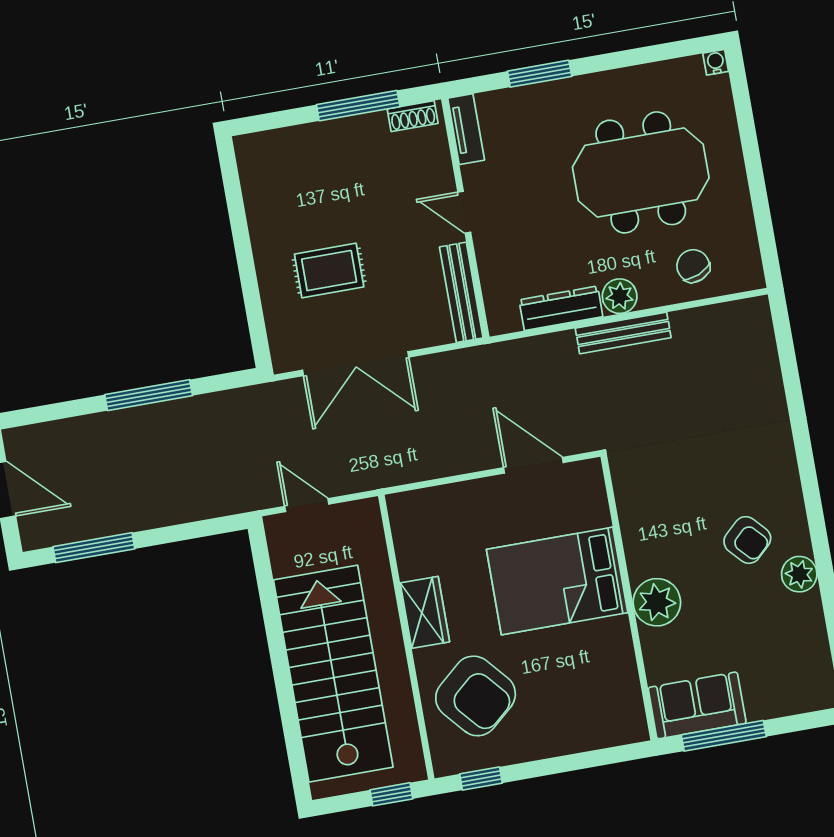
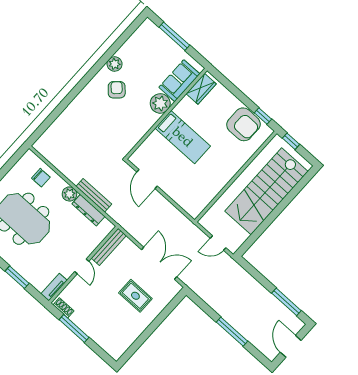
chair: (693, 266) -> (41, 178), turned -67
bench: (623, 333) -> (94, 195), moved
window: (149, 395) -> (232, 332), moved
door: (307, 505) -> (218, 243), hinge flipped
bed: (557, 581) -> (183, 137), width x0.67
wardrobe: (425, 612) -> (201, 89), moved, turned 180
armchair: (476, 696) -> (243, 124), moved, turned 131
sofa: (697, 705) -> (179, 81), moved, turned 90
window: (724, 736) -> (174, 36), moved

